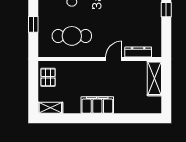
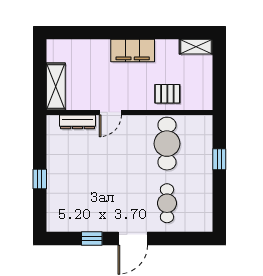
cafe table: (72, 36) -> (167, 144), turned 90
pallet: (48, 77) -> (167, 94), moved, turned 90

